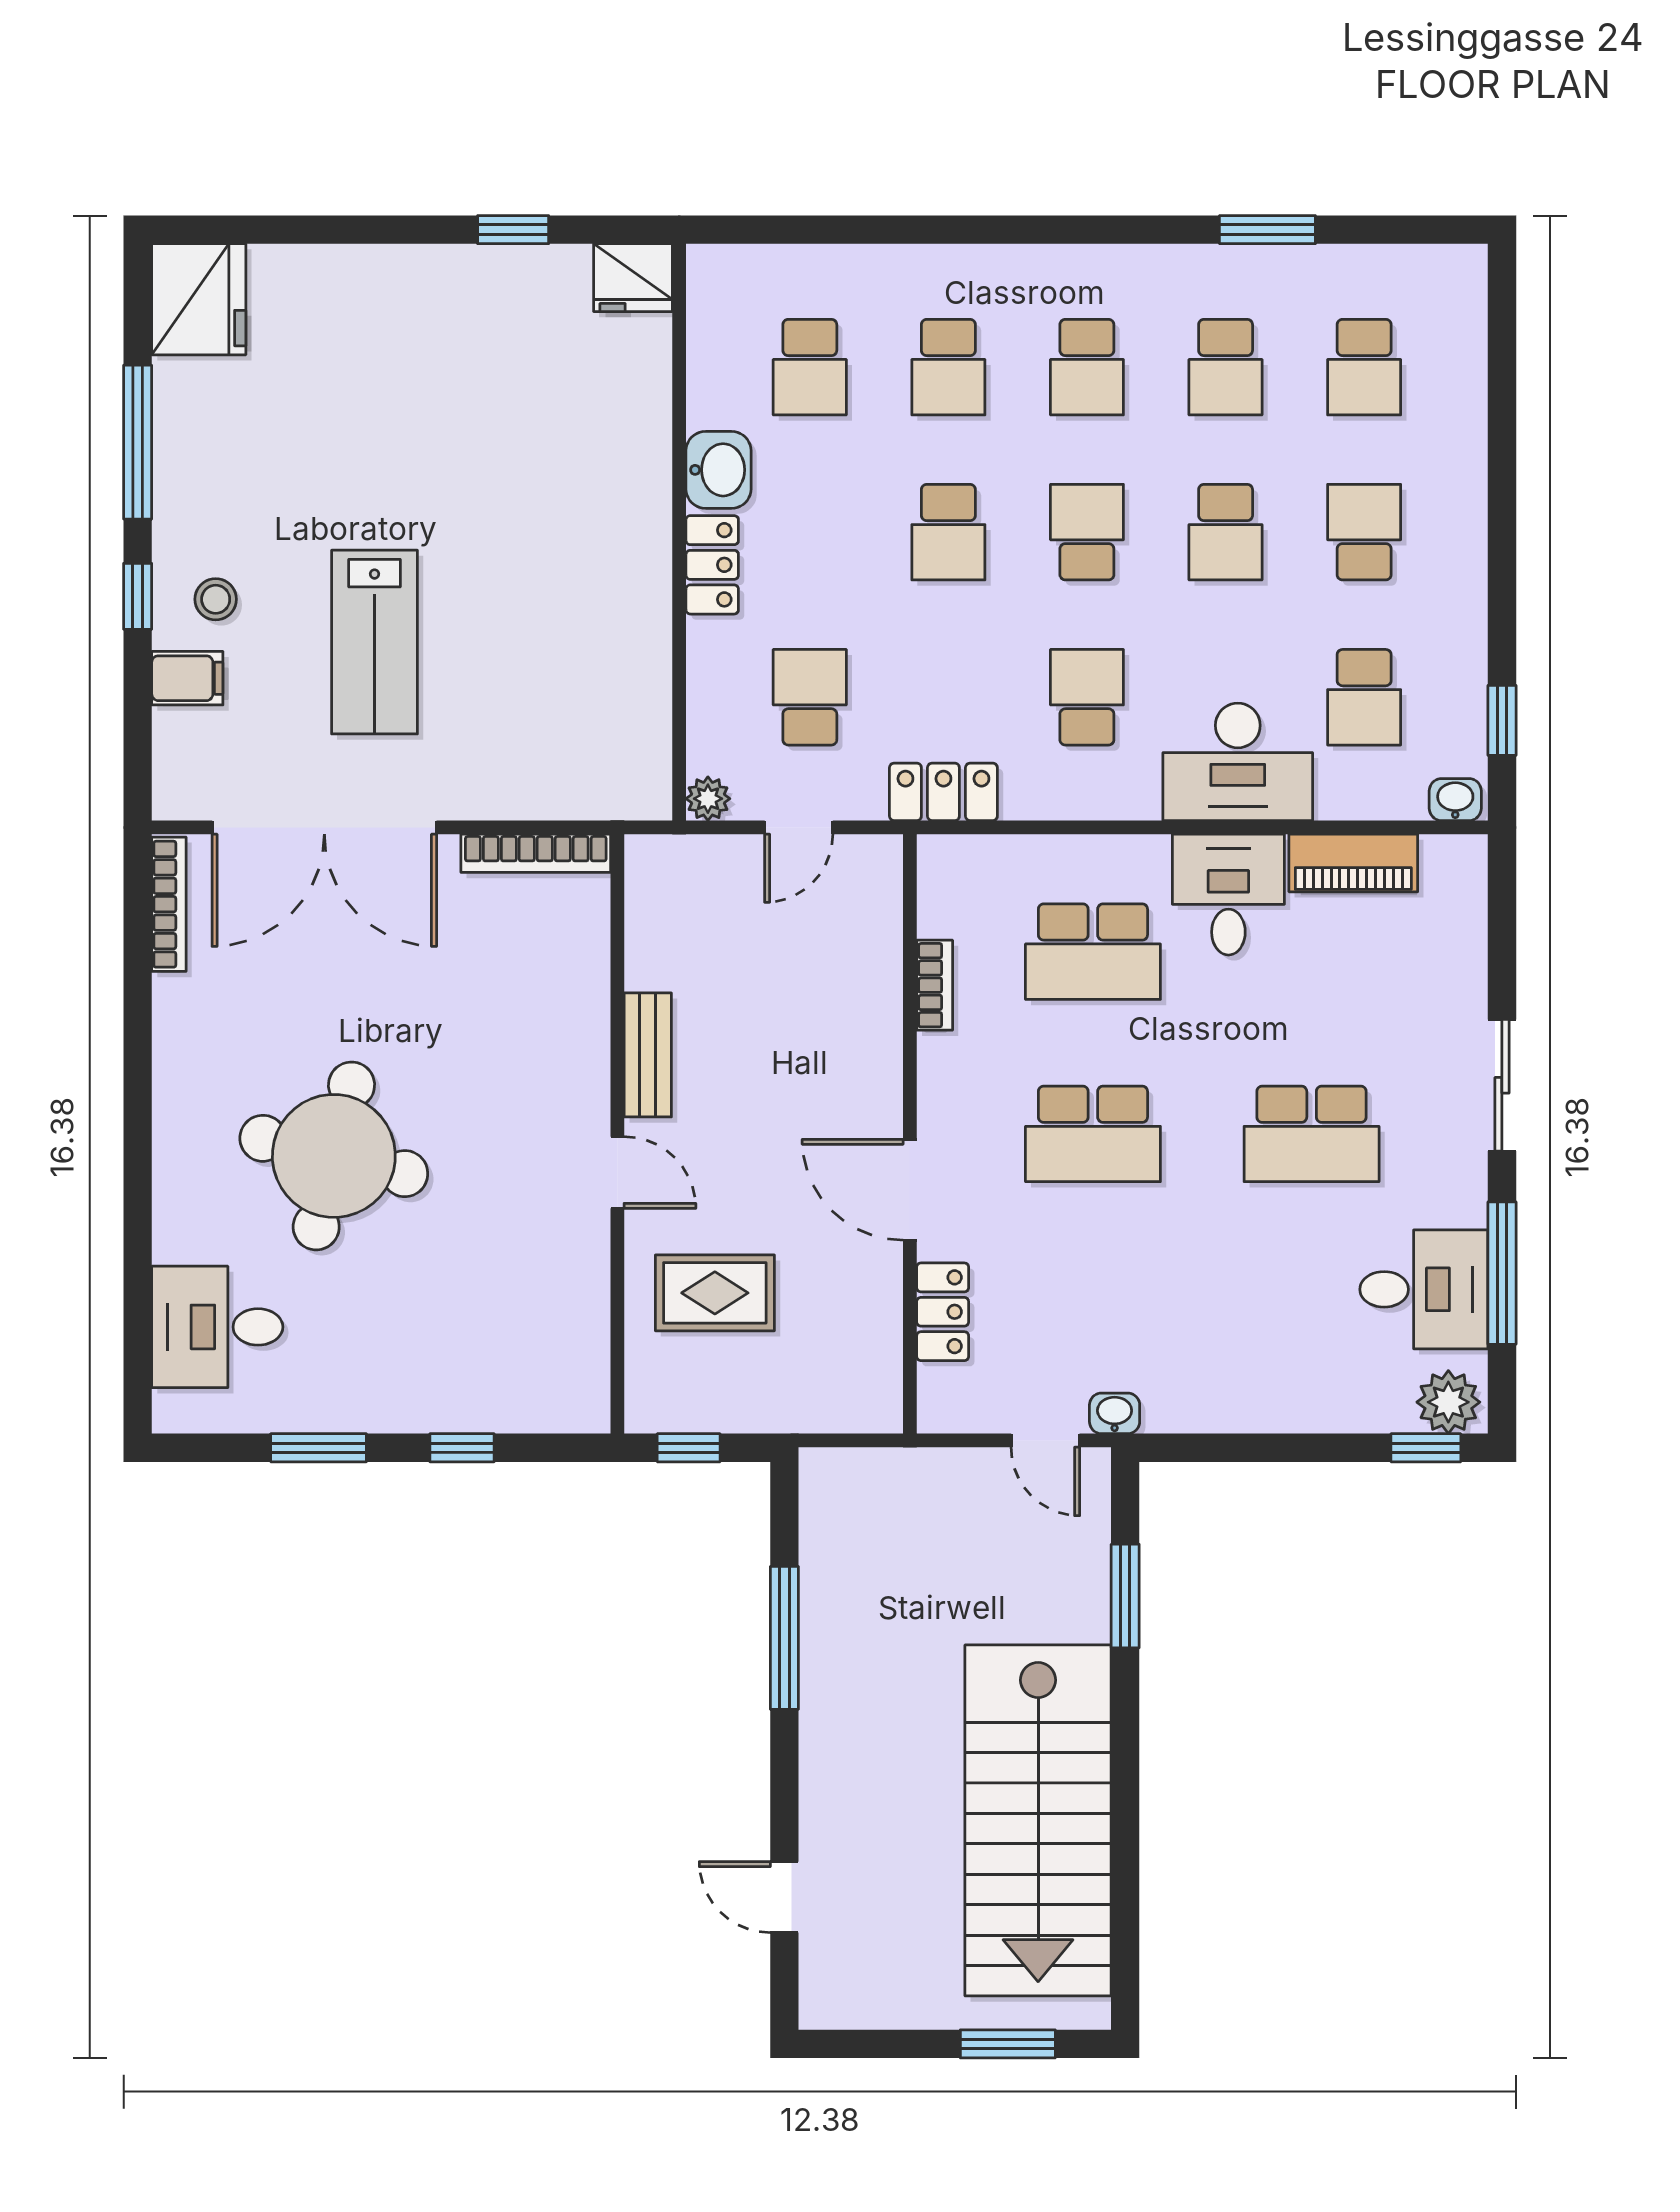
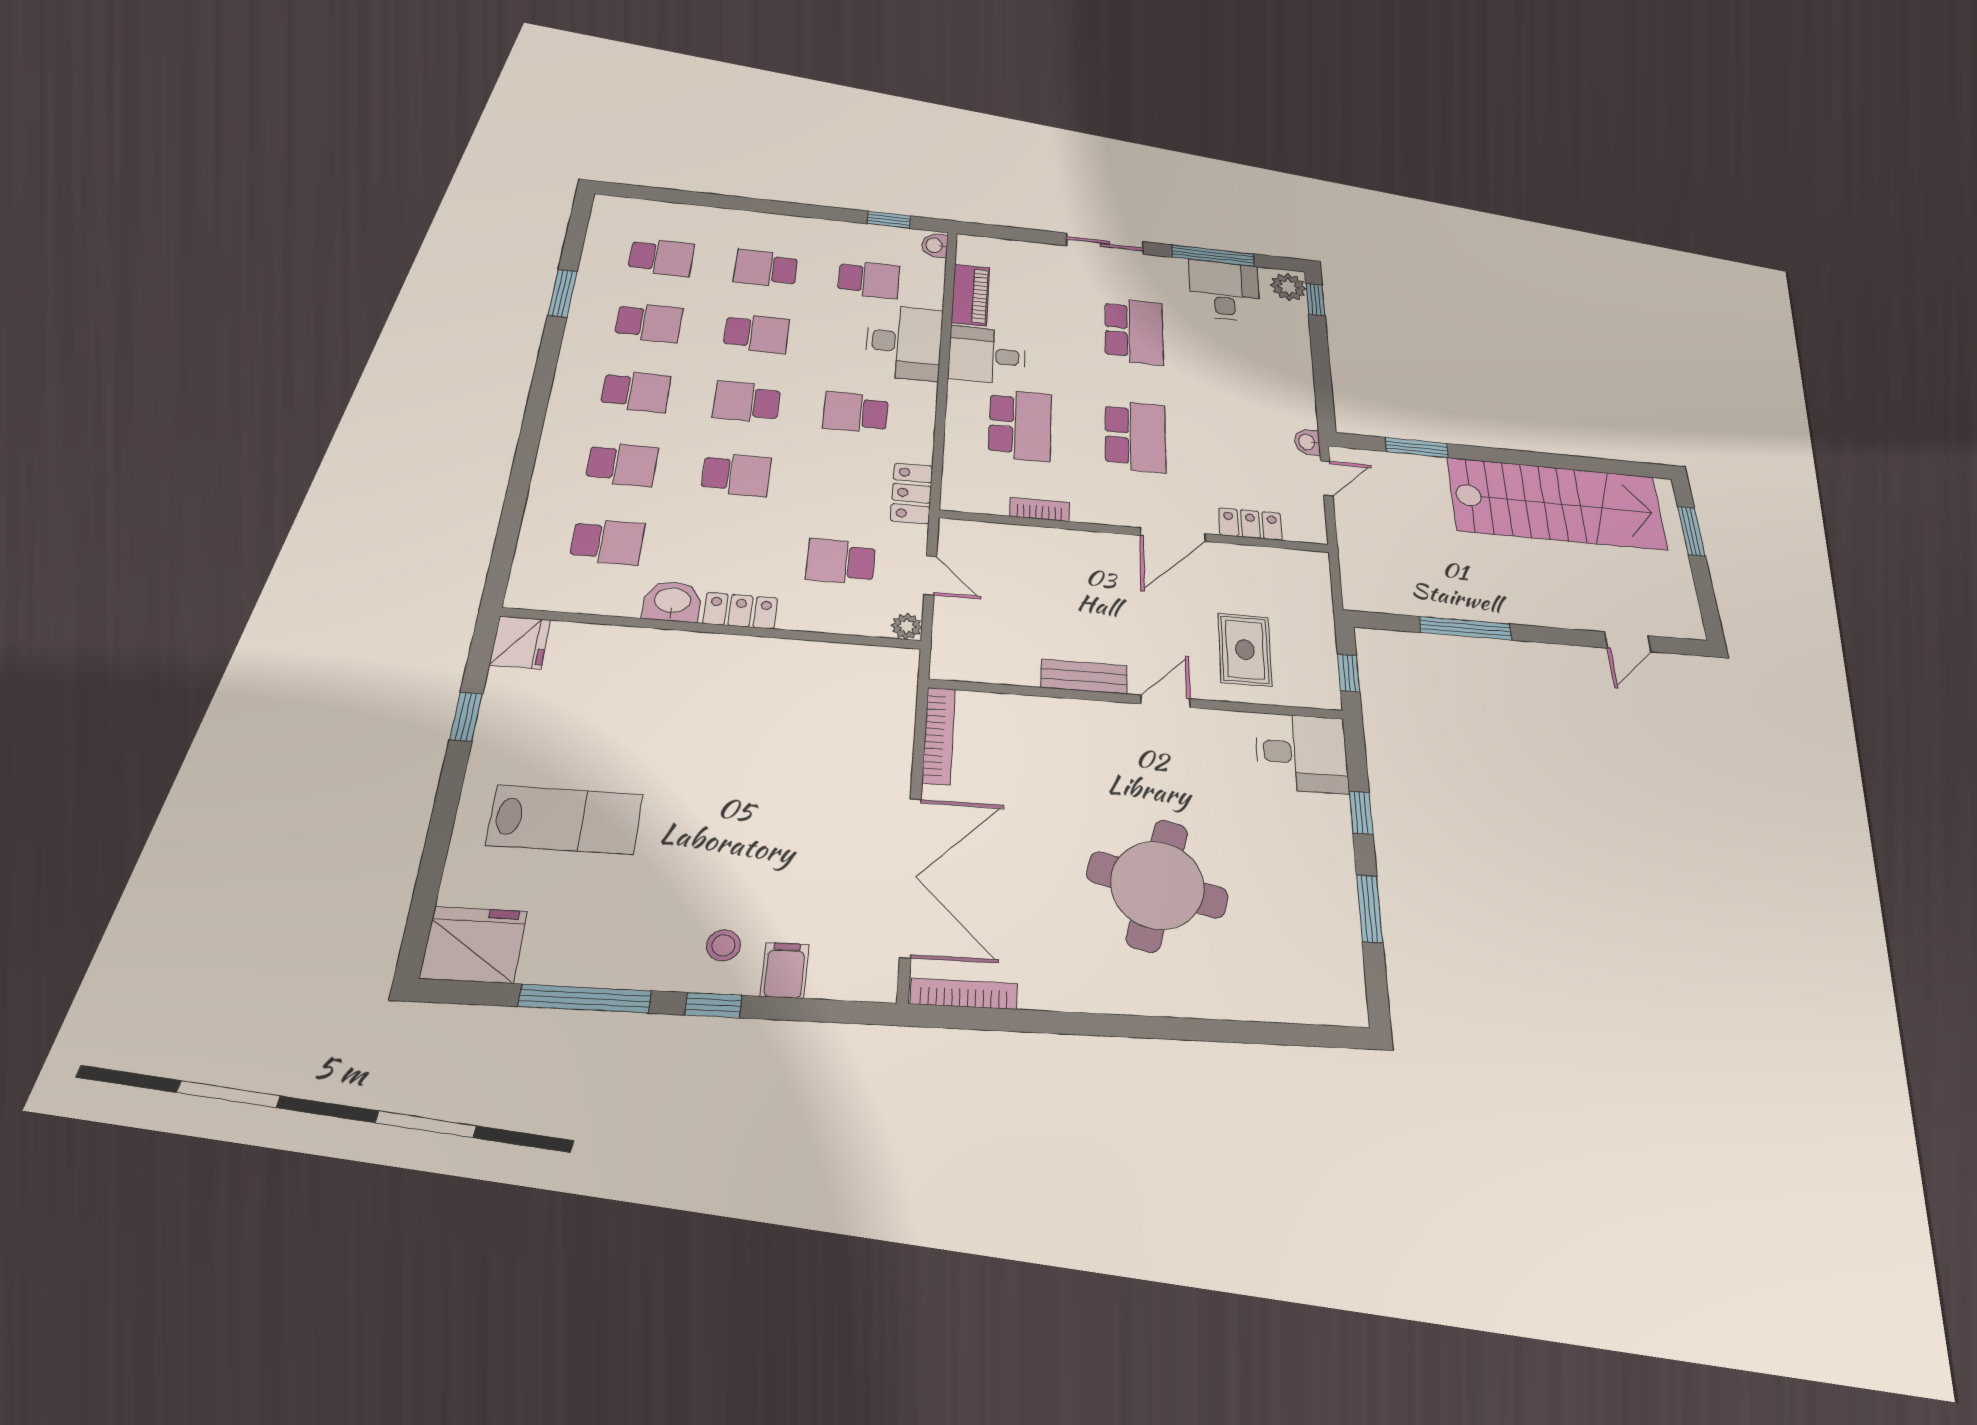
lab bench: (374, 642) -> (565, 820), moved
desk: (217, 1327) -> (1302, 753), moved, turned -90

